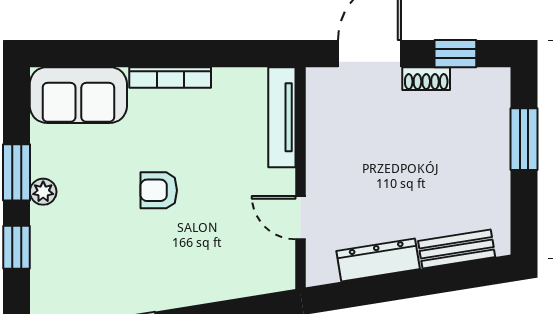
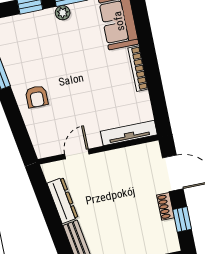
armchair: (159, 190) -> (37, 97), moved, turned 180

